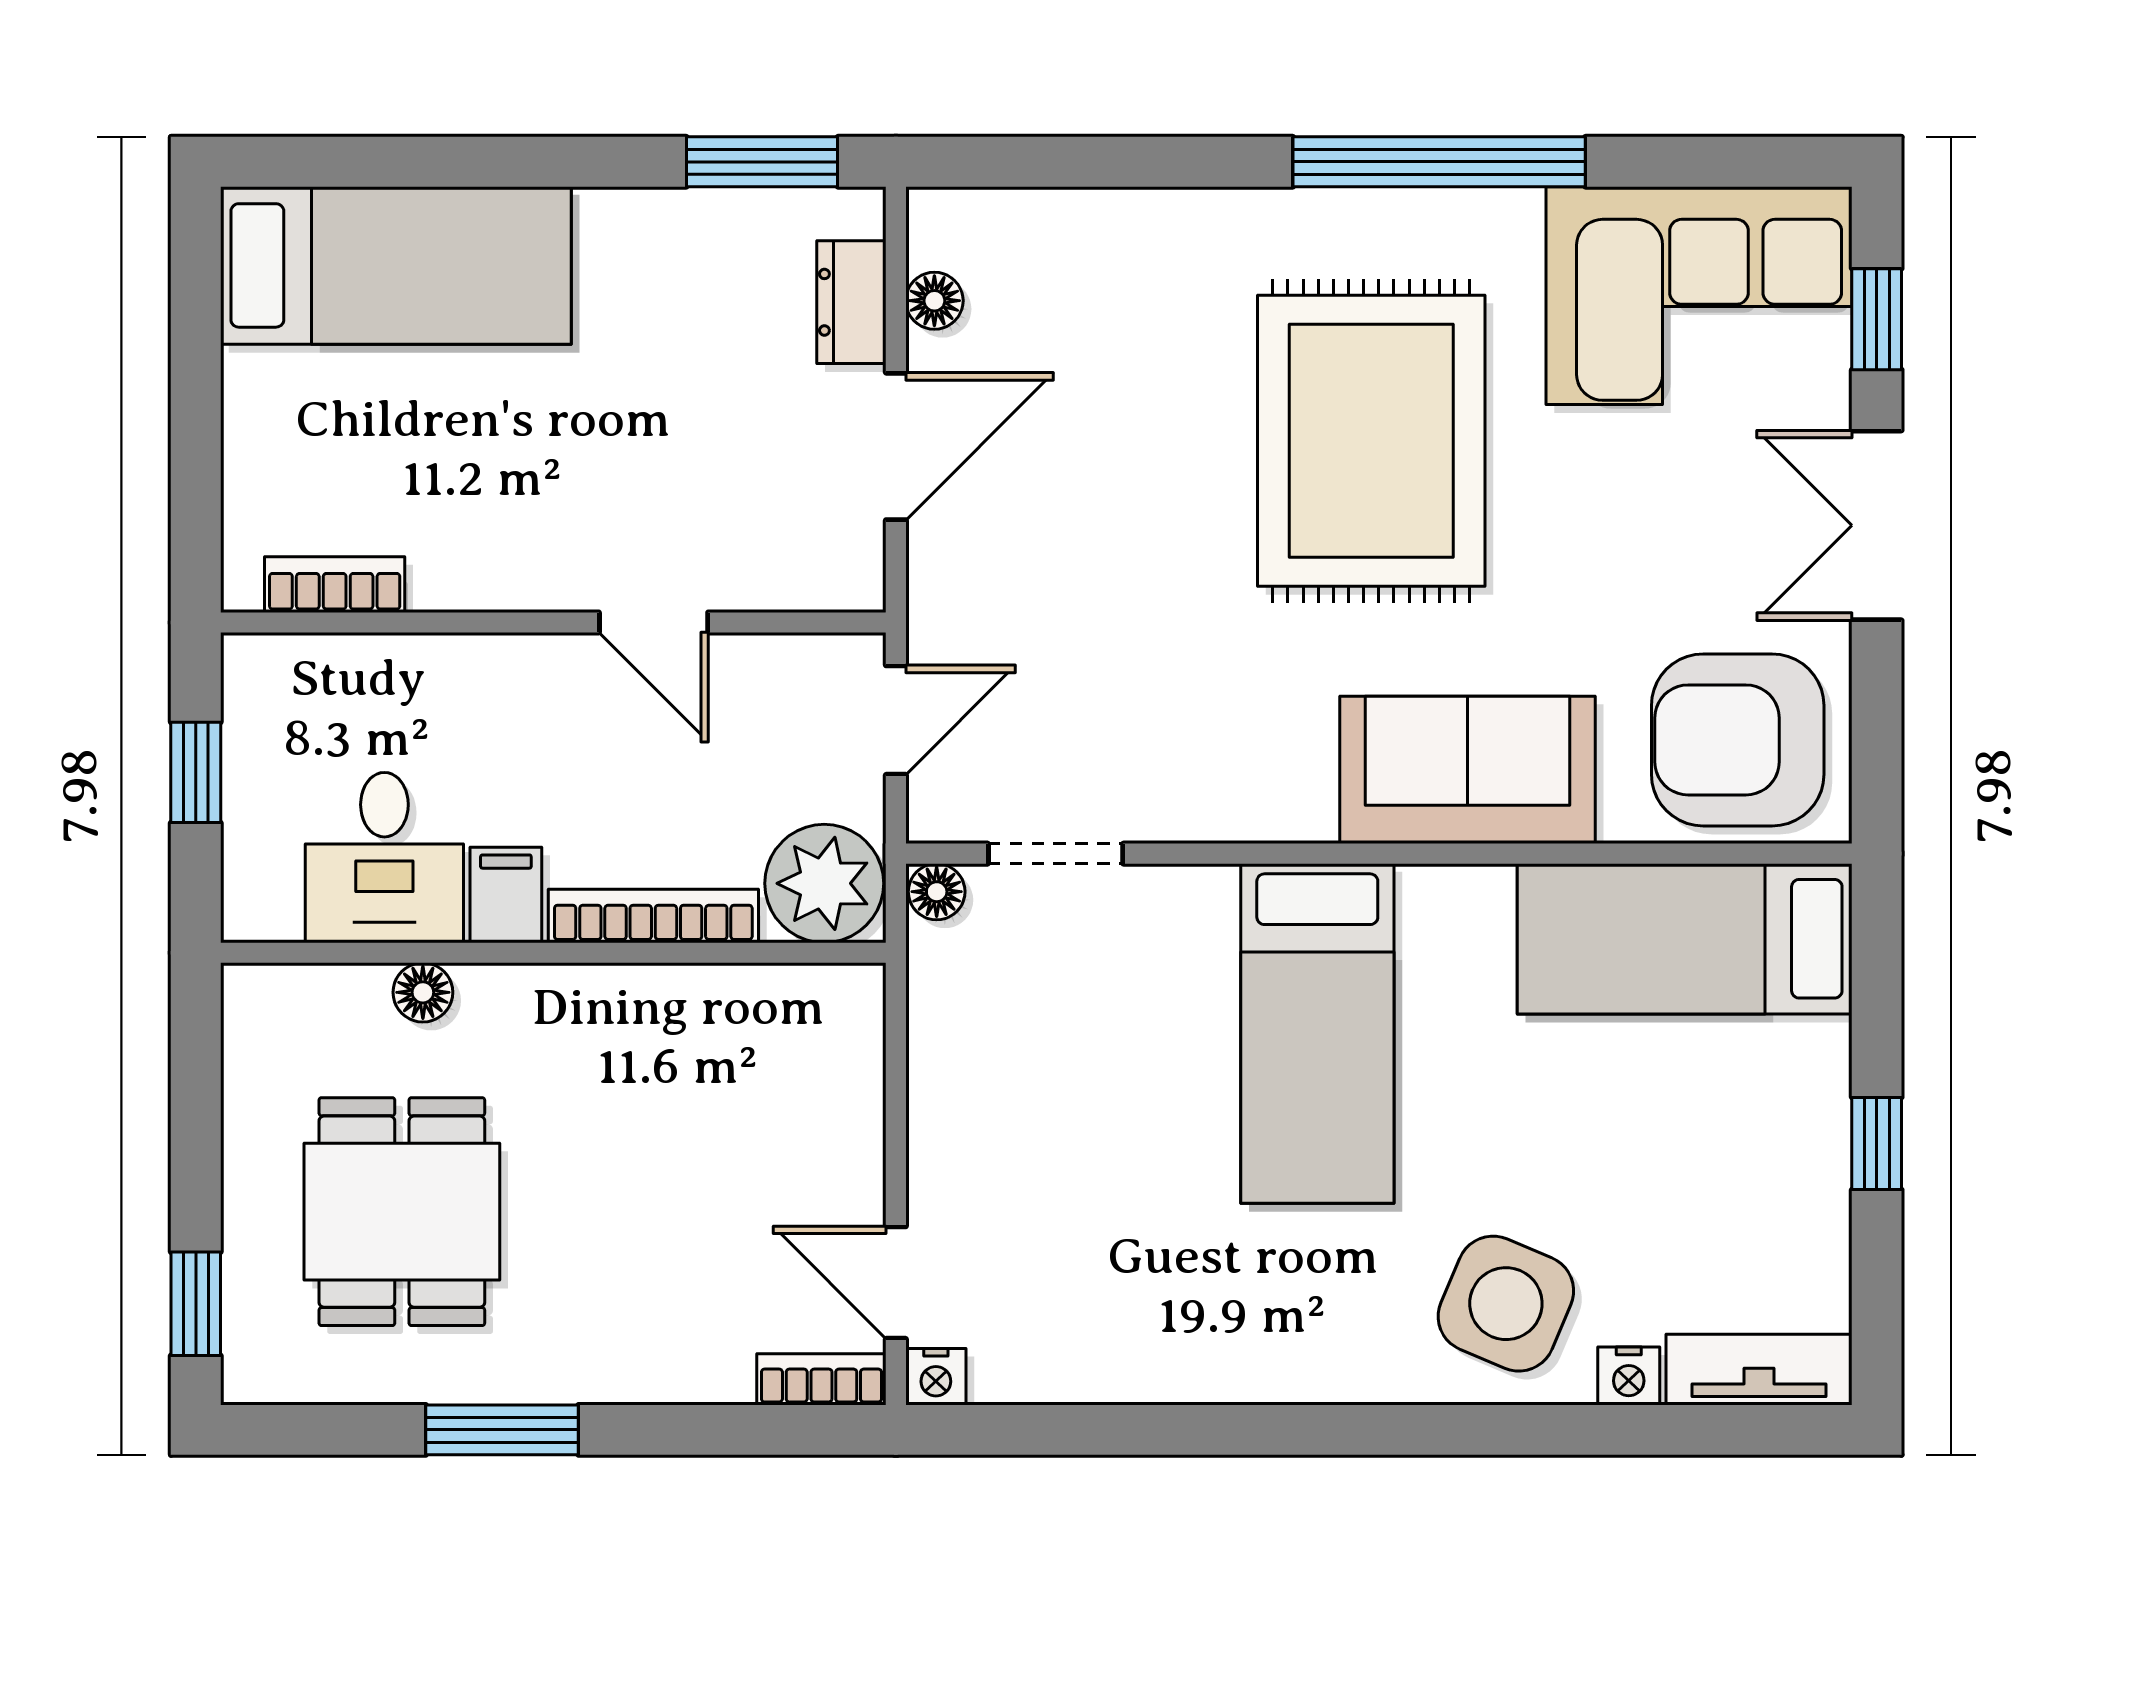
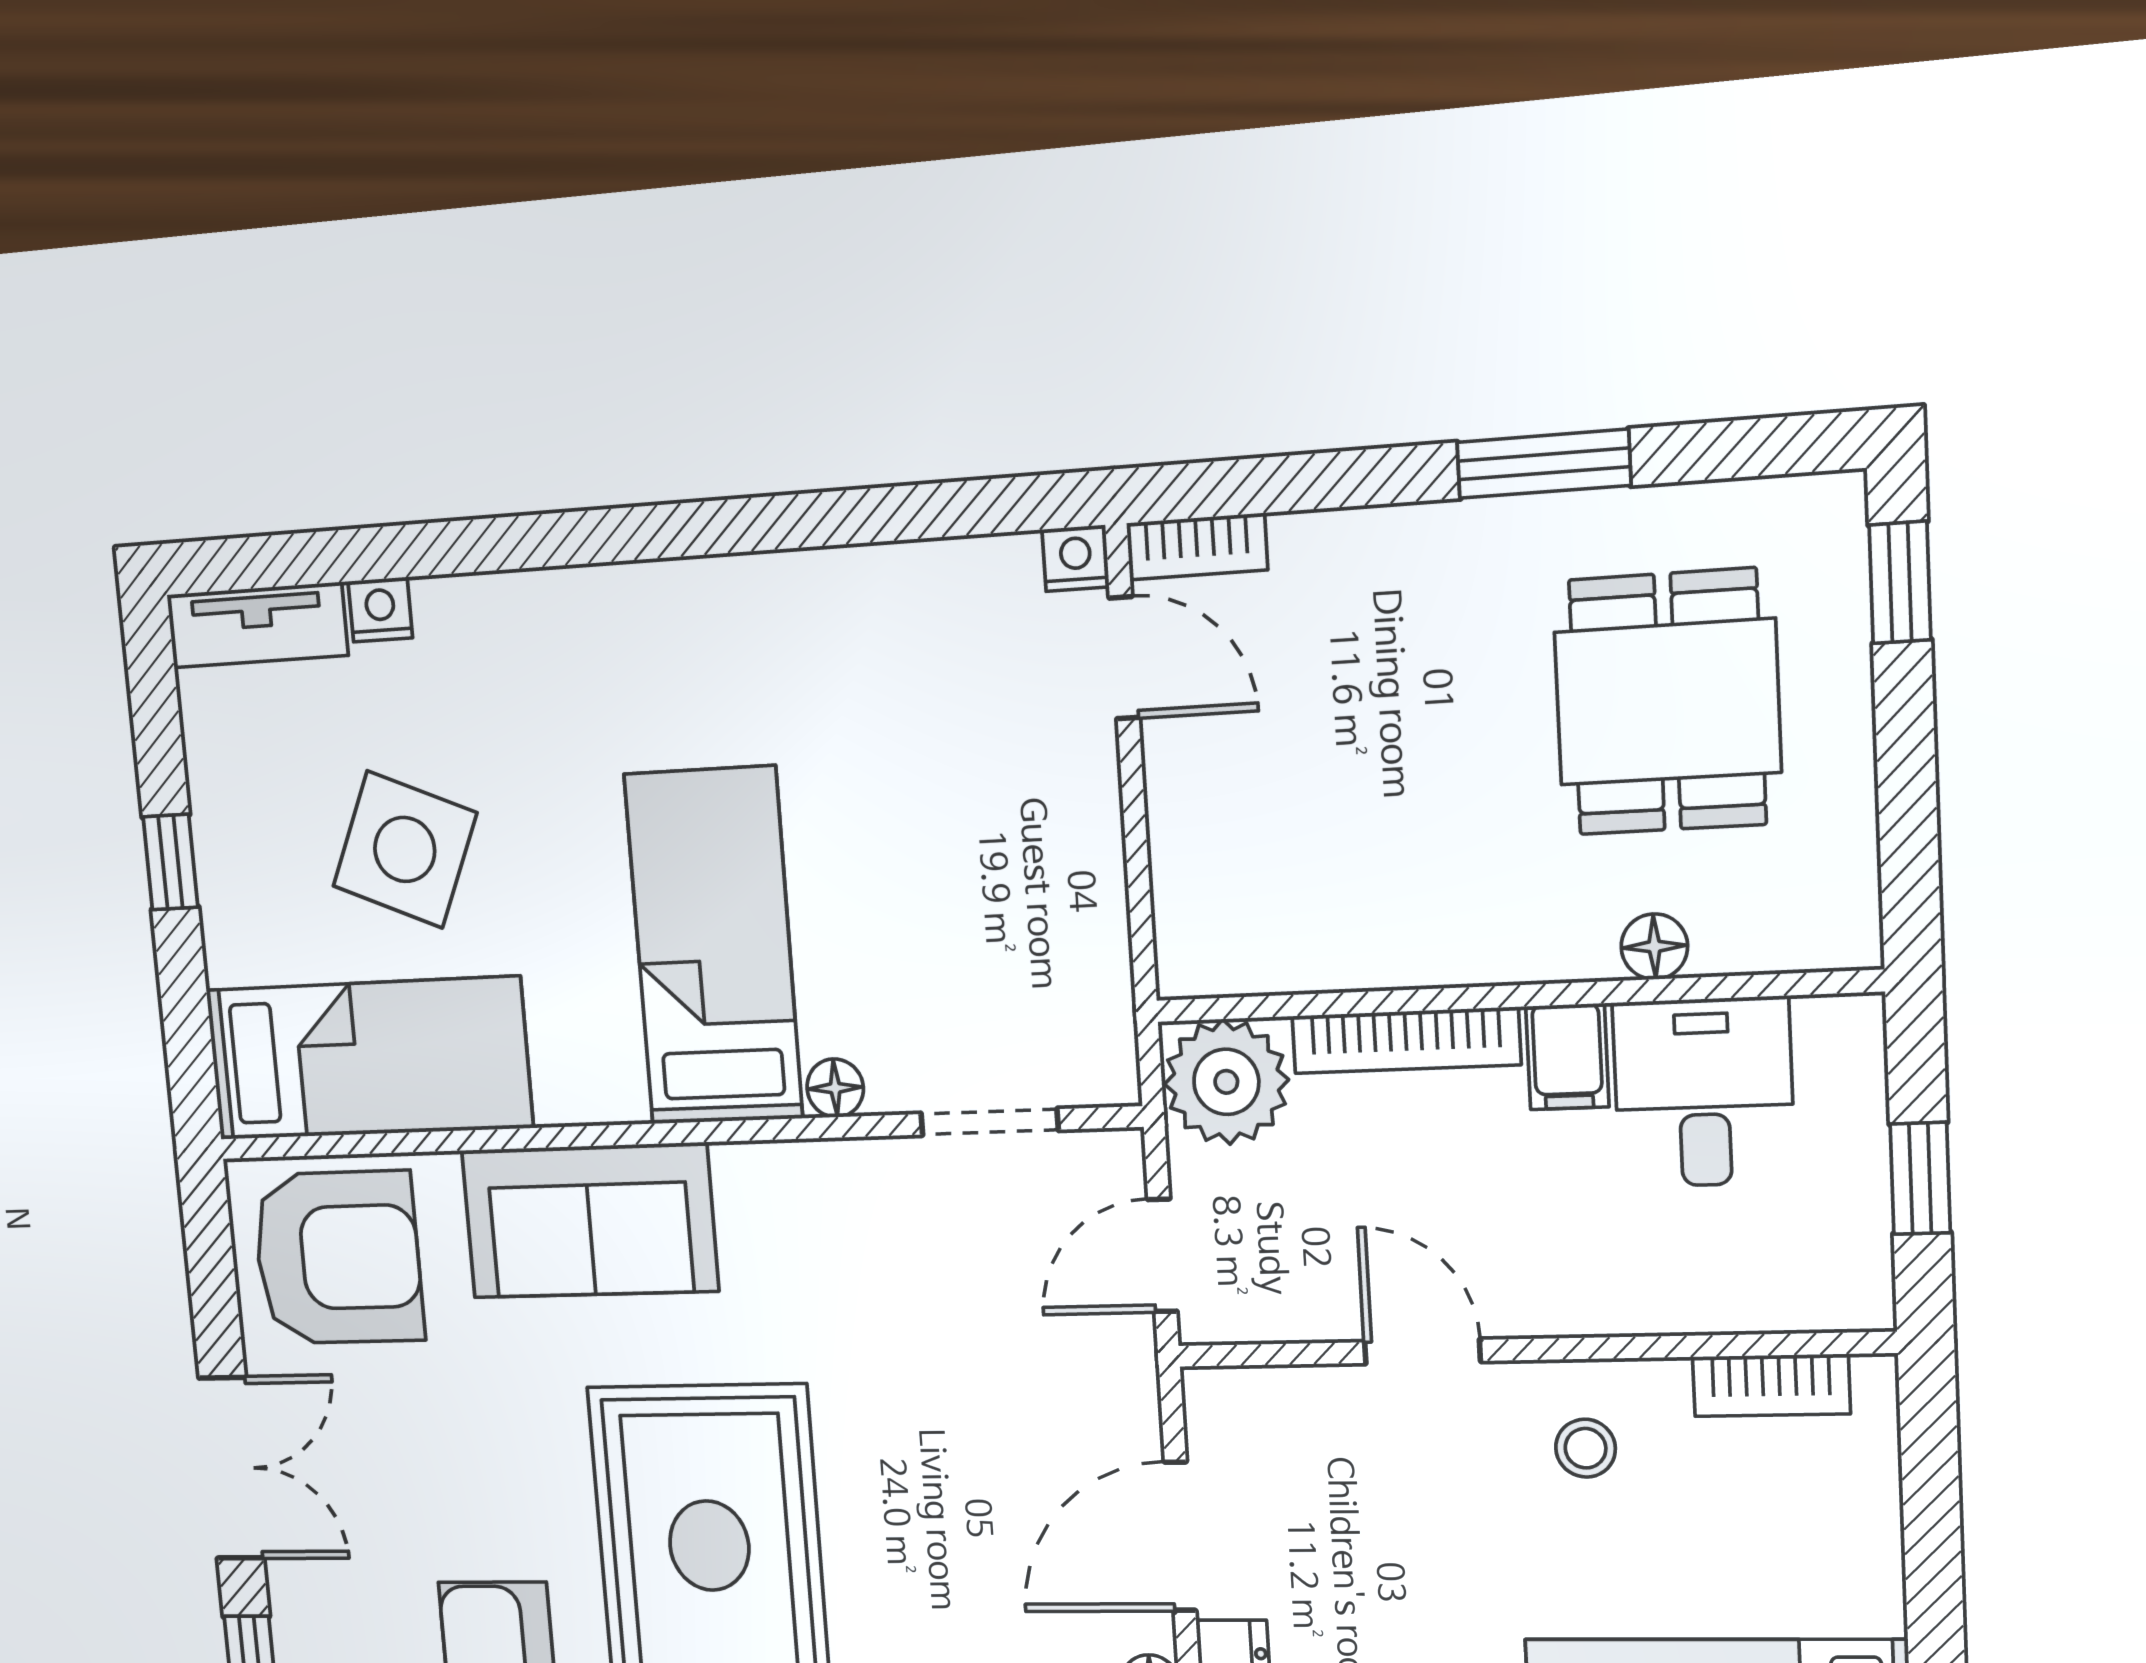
stool: (506, 528) -> (1586, 1448), added
floor lamp: (937, 892) -> (835, 1088), moved
side table: (1506, 1304) -> (405, 849), moved

